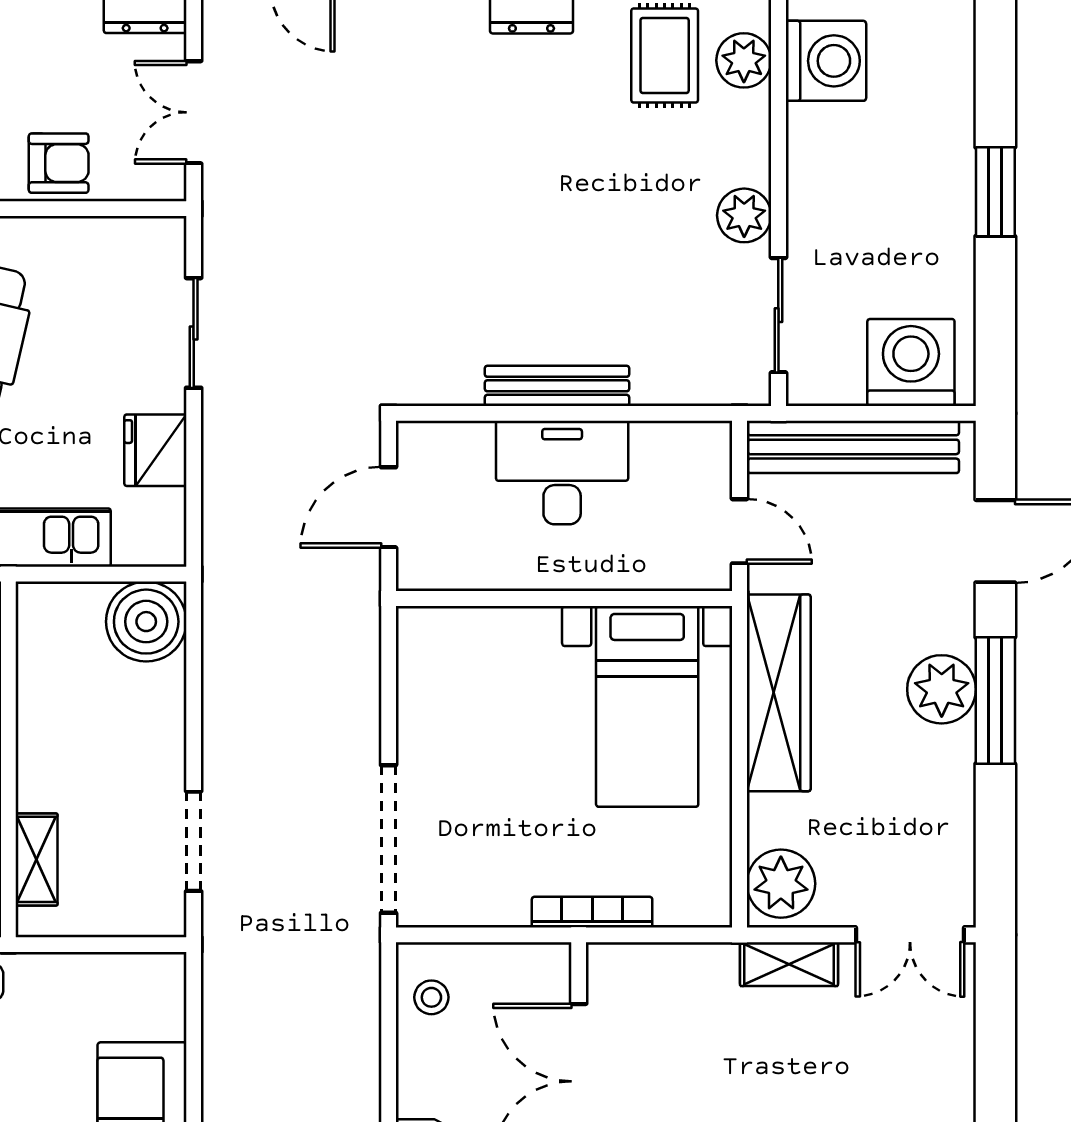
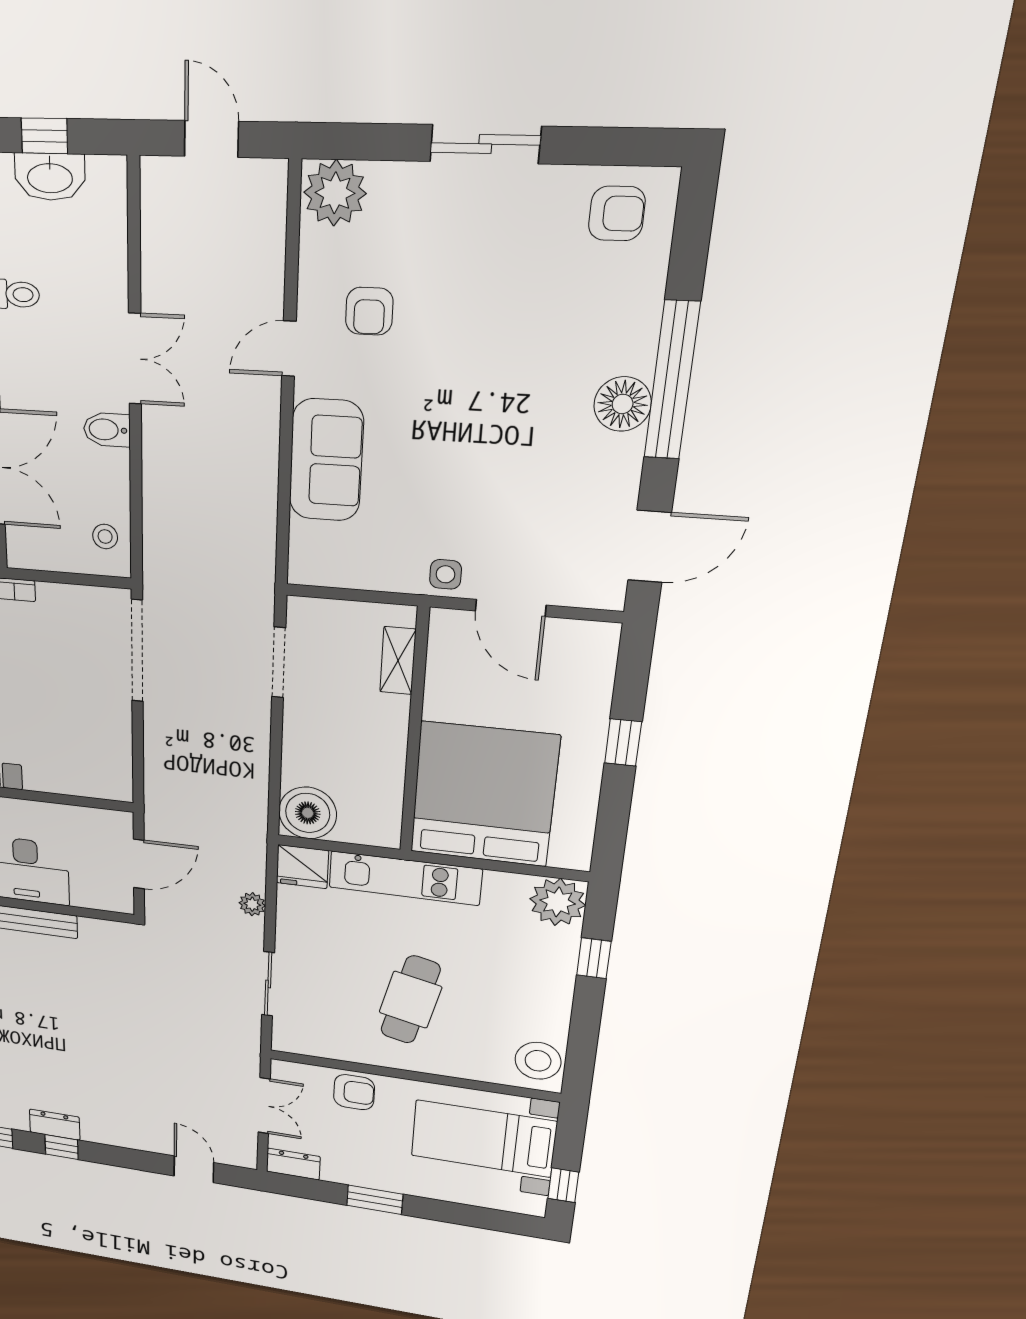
armchair: (59, 163) -> (354, 1092), turned 180
fridge: (155, 450) -> (302, 867), moved, turned 90
plant: (220, 464) -> (252, 904), added

